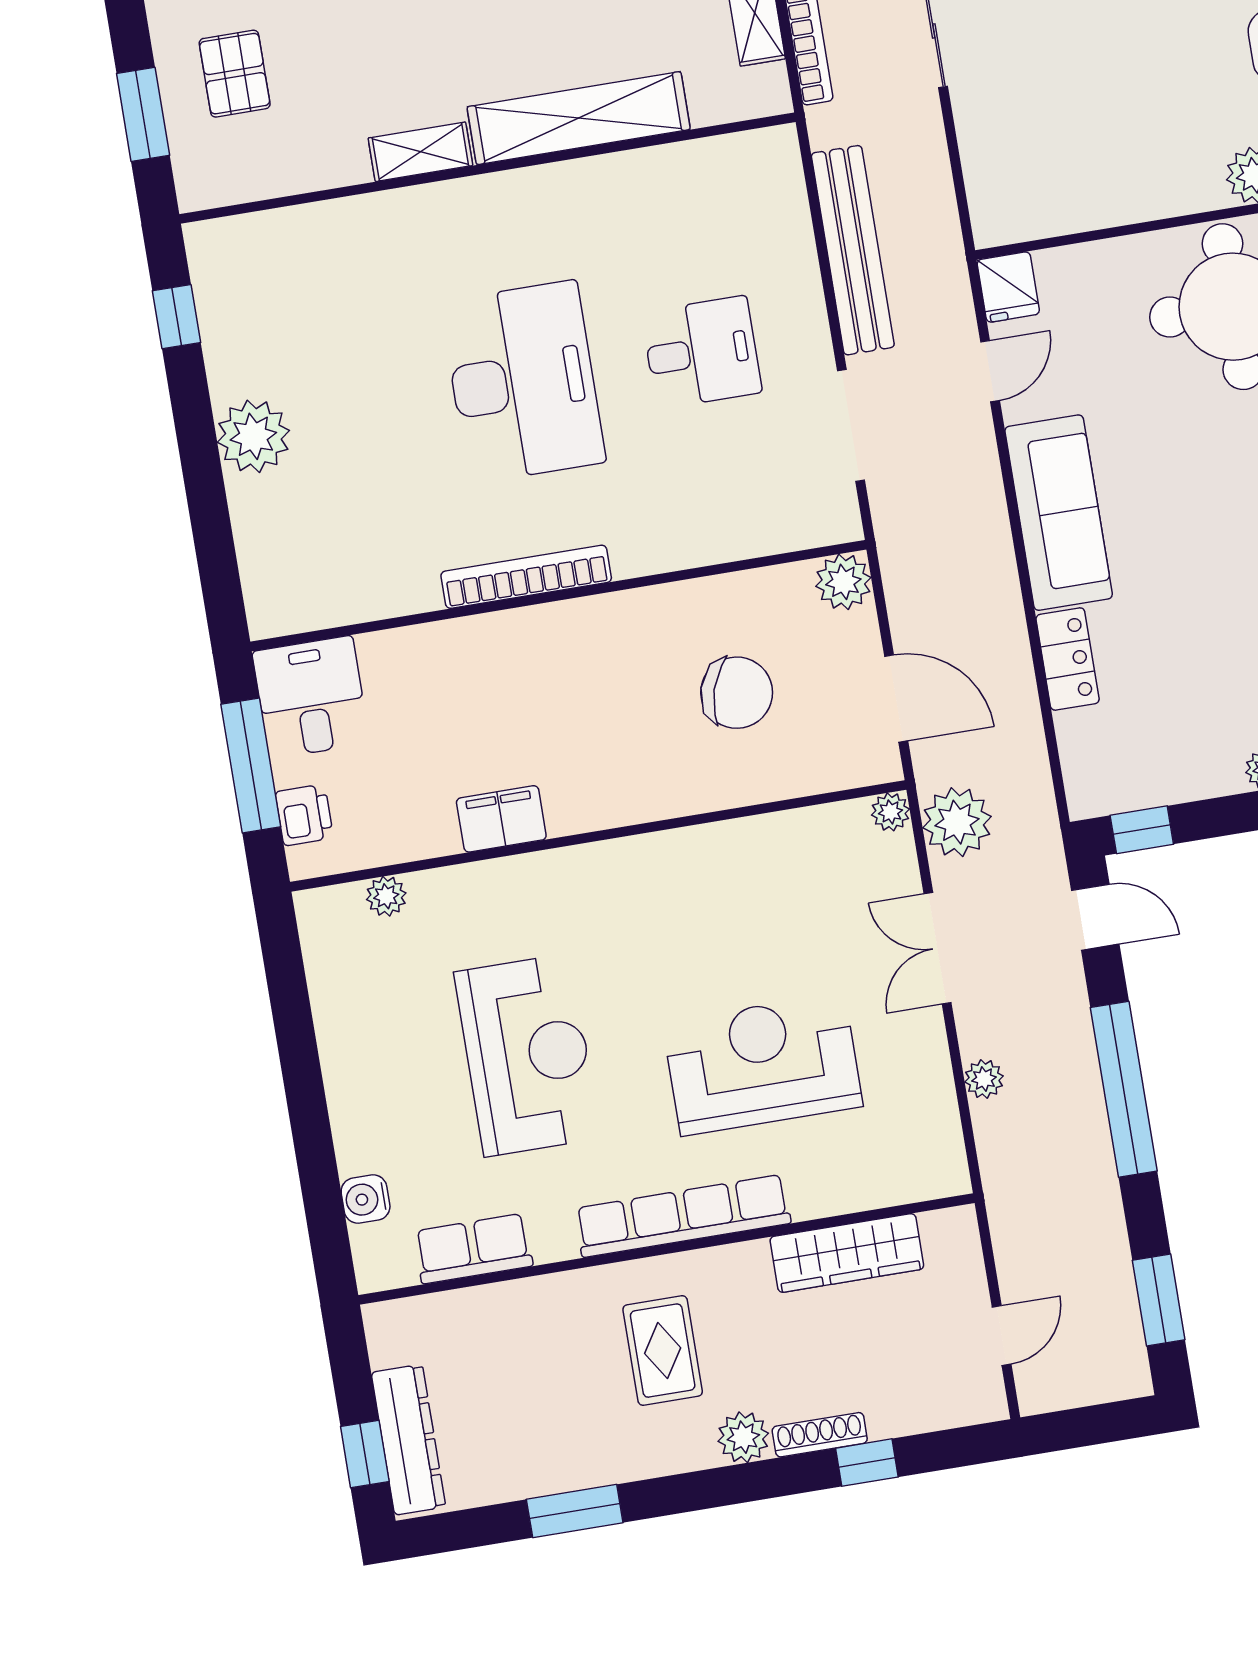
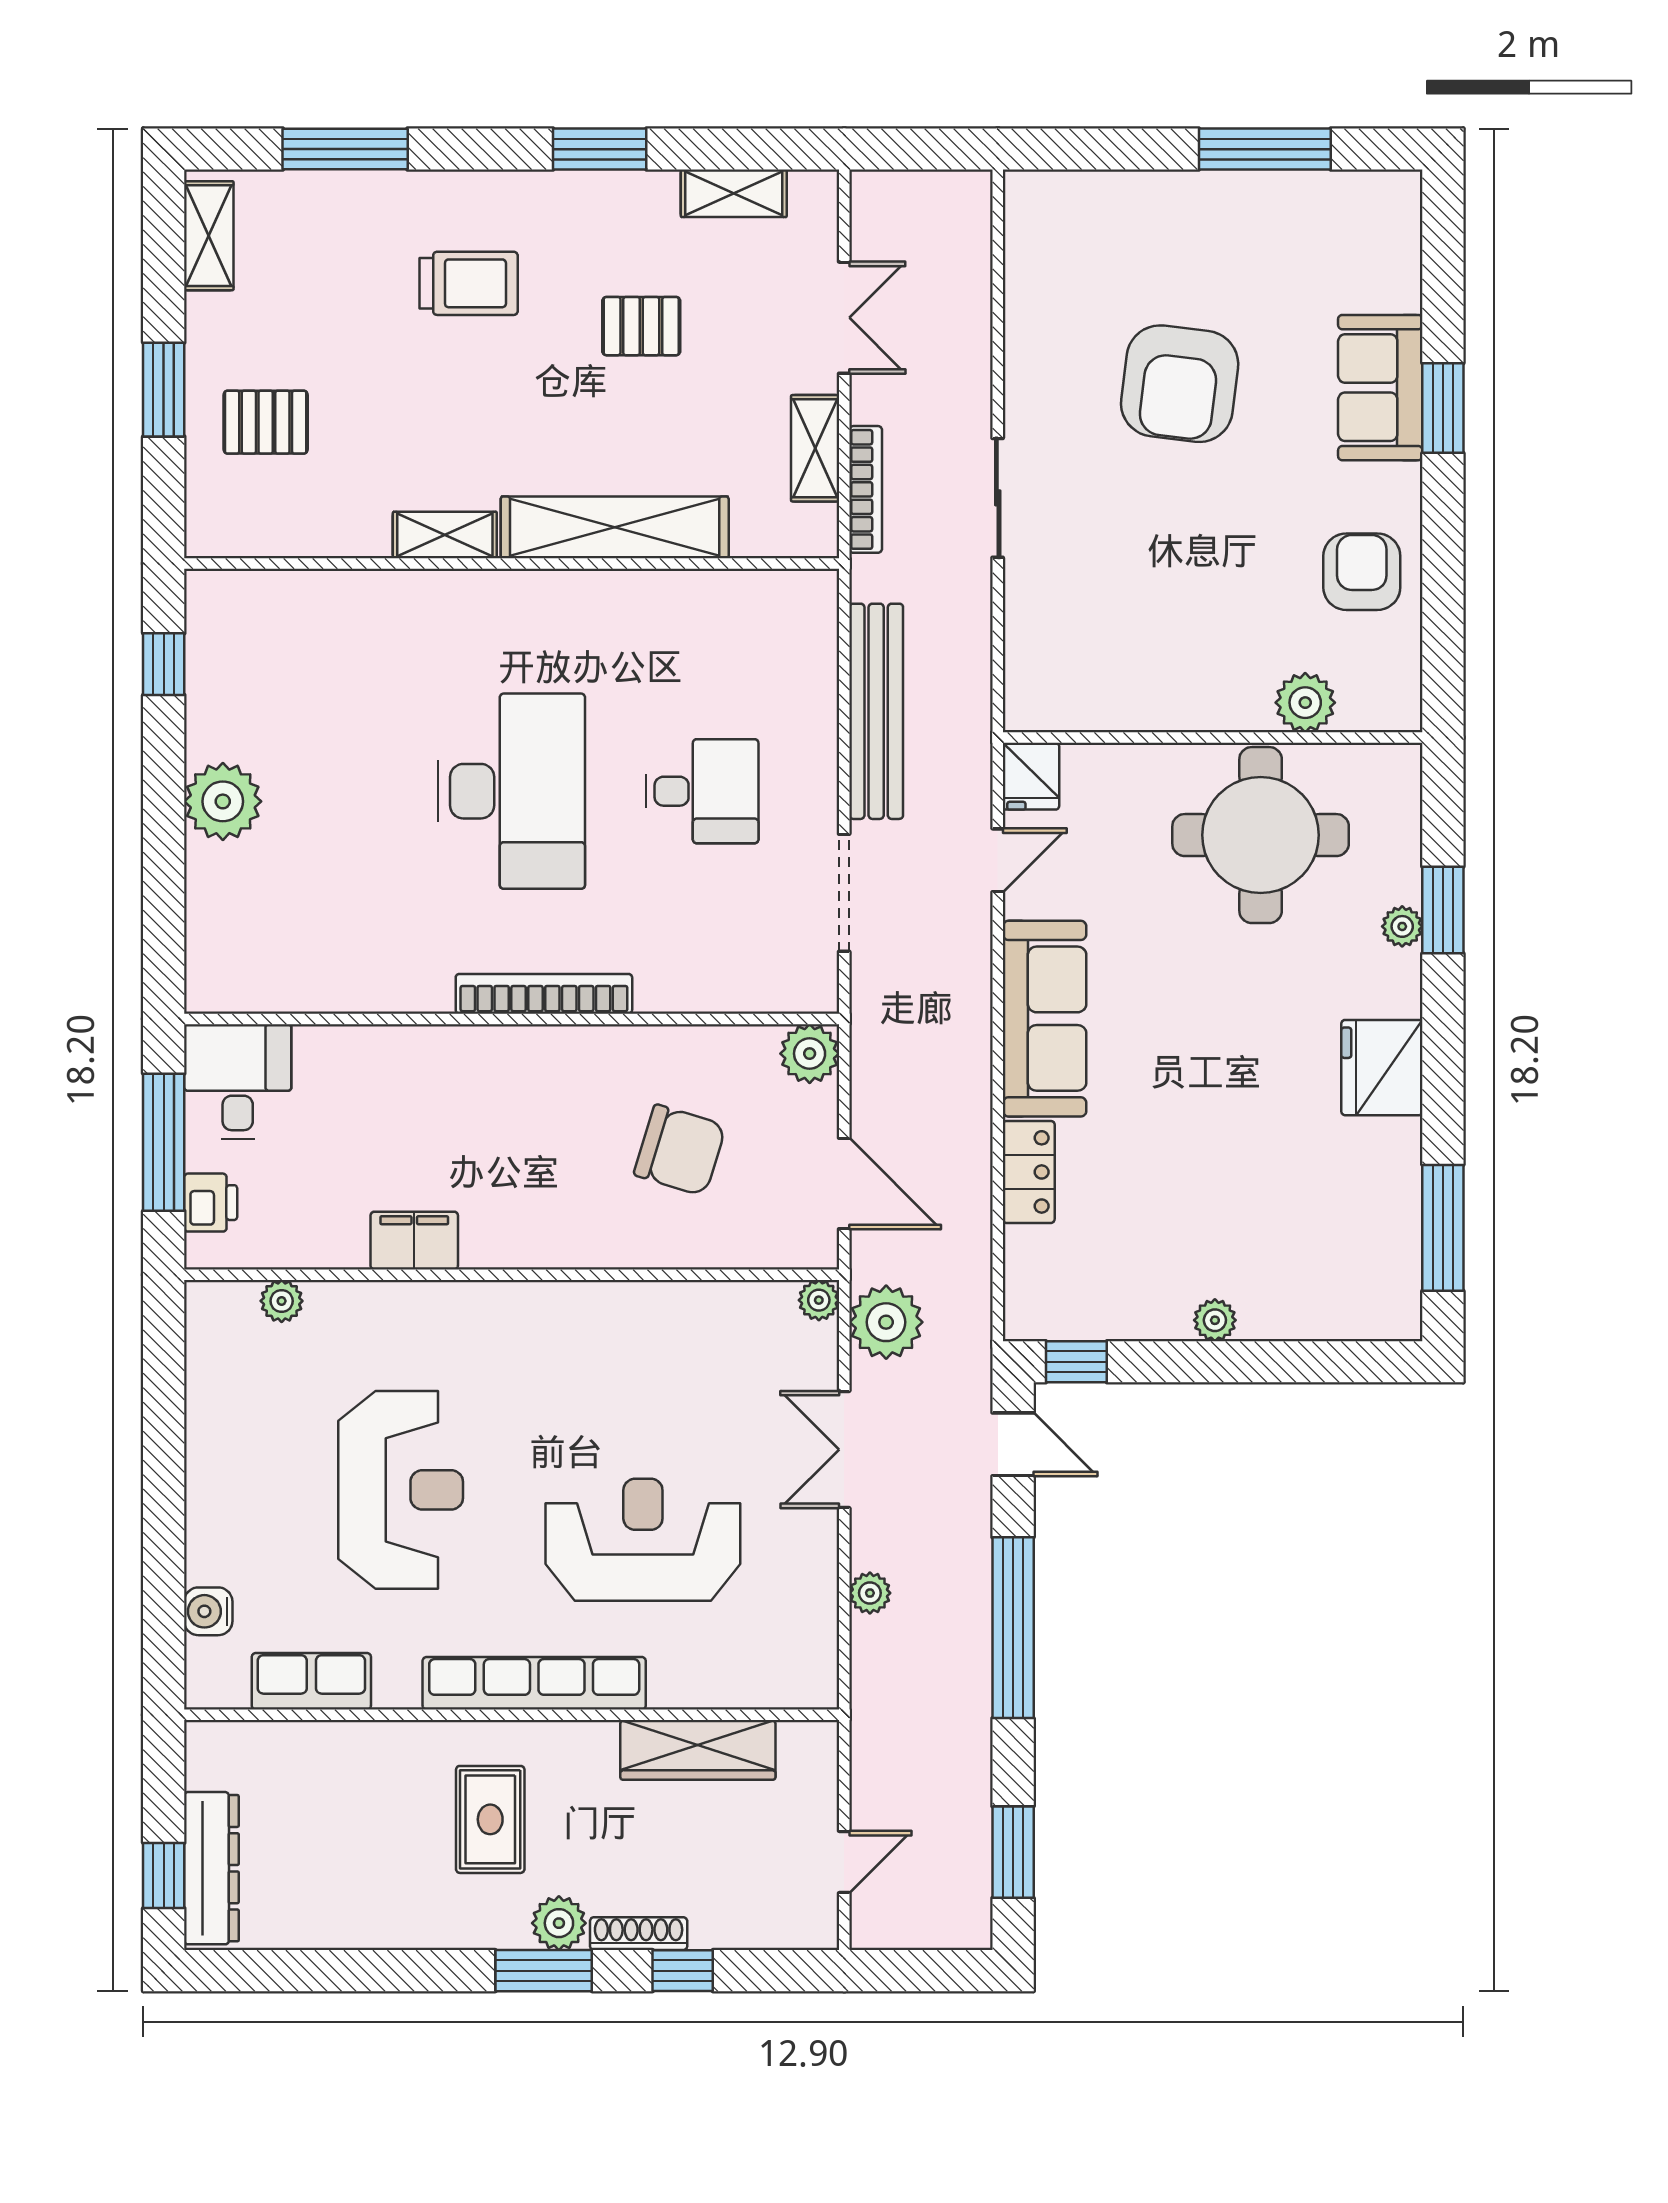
pallet: (235, 74) -> (266, 422), turned 90
window: (143, 114) -> (164, 390), moved
bookcase: (526, 577) -> (544, 994), moved
window: (575, 1511) -> (544, 1971), moved

